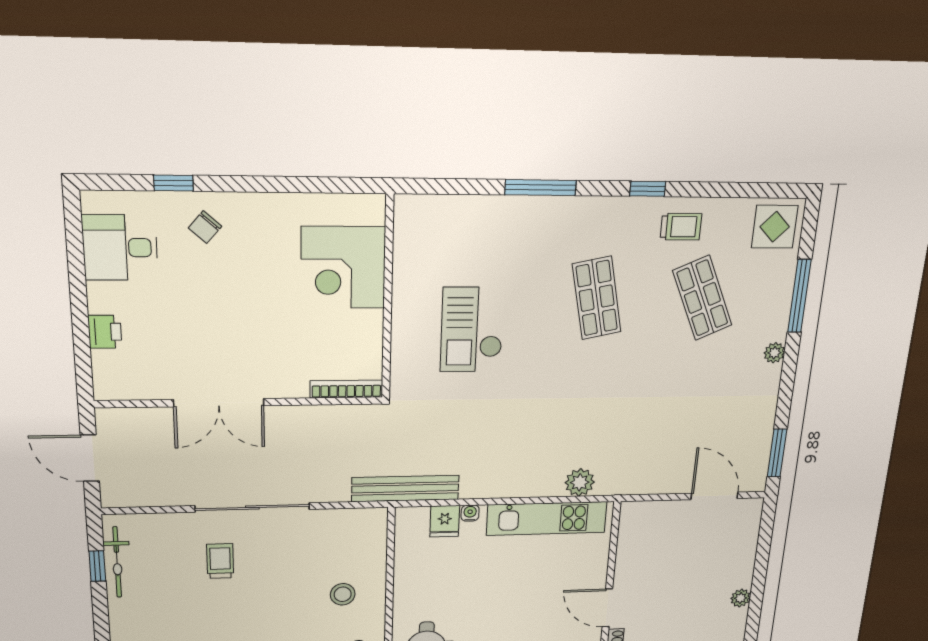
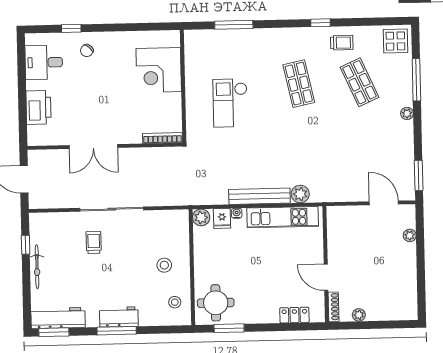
window: (541, 188) -> (234, 25), moved
printer: (105, 332) -> (38, 107), width x1.87, depth x1.48
bench: (405, 488) -> (259, 196), moved
plant: (409, 520) -> (201, 217), added
bicycle: (117, 562) -> (37, 267), moved
plant: (741, 598) -> (410, 235), moved

